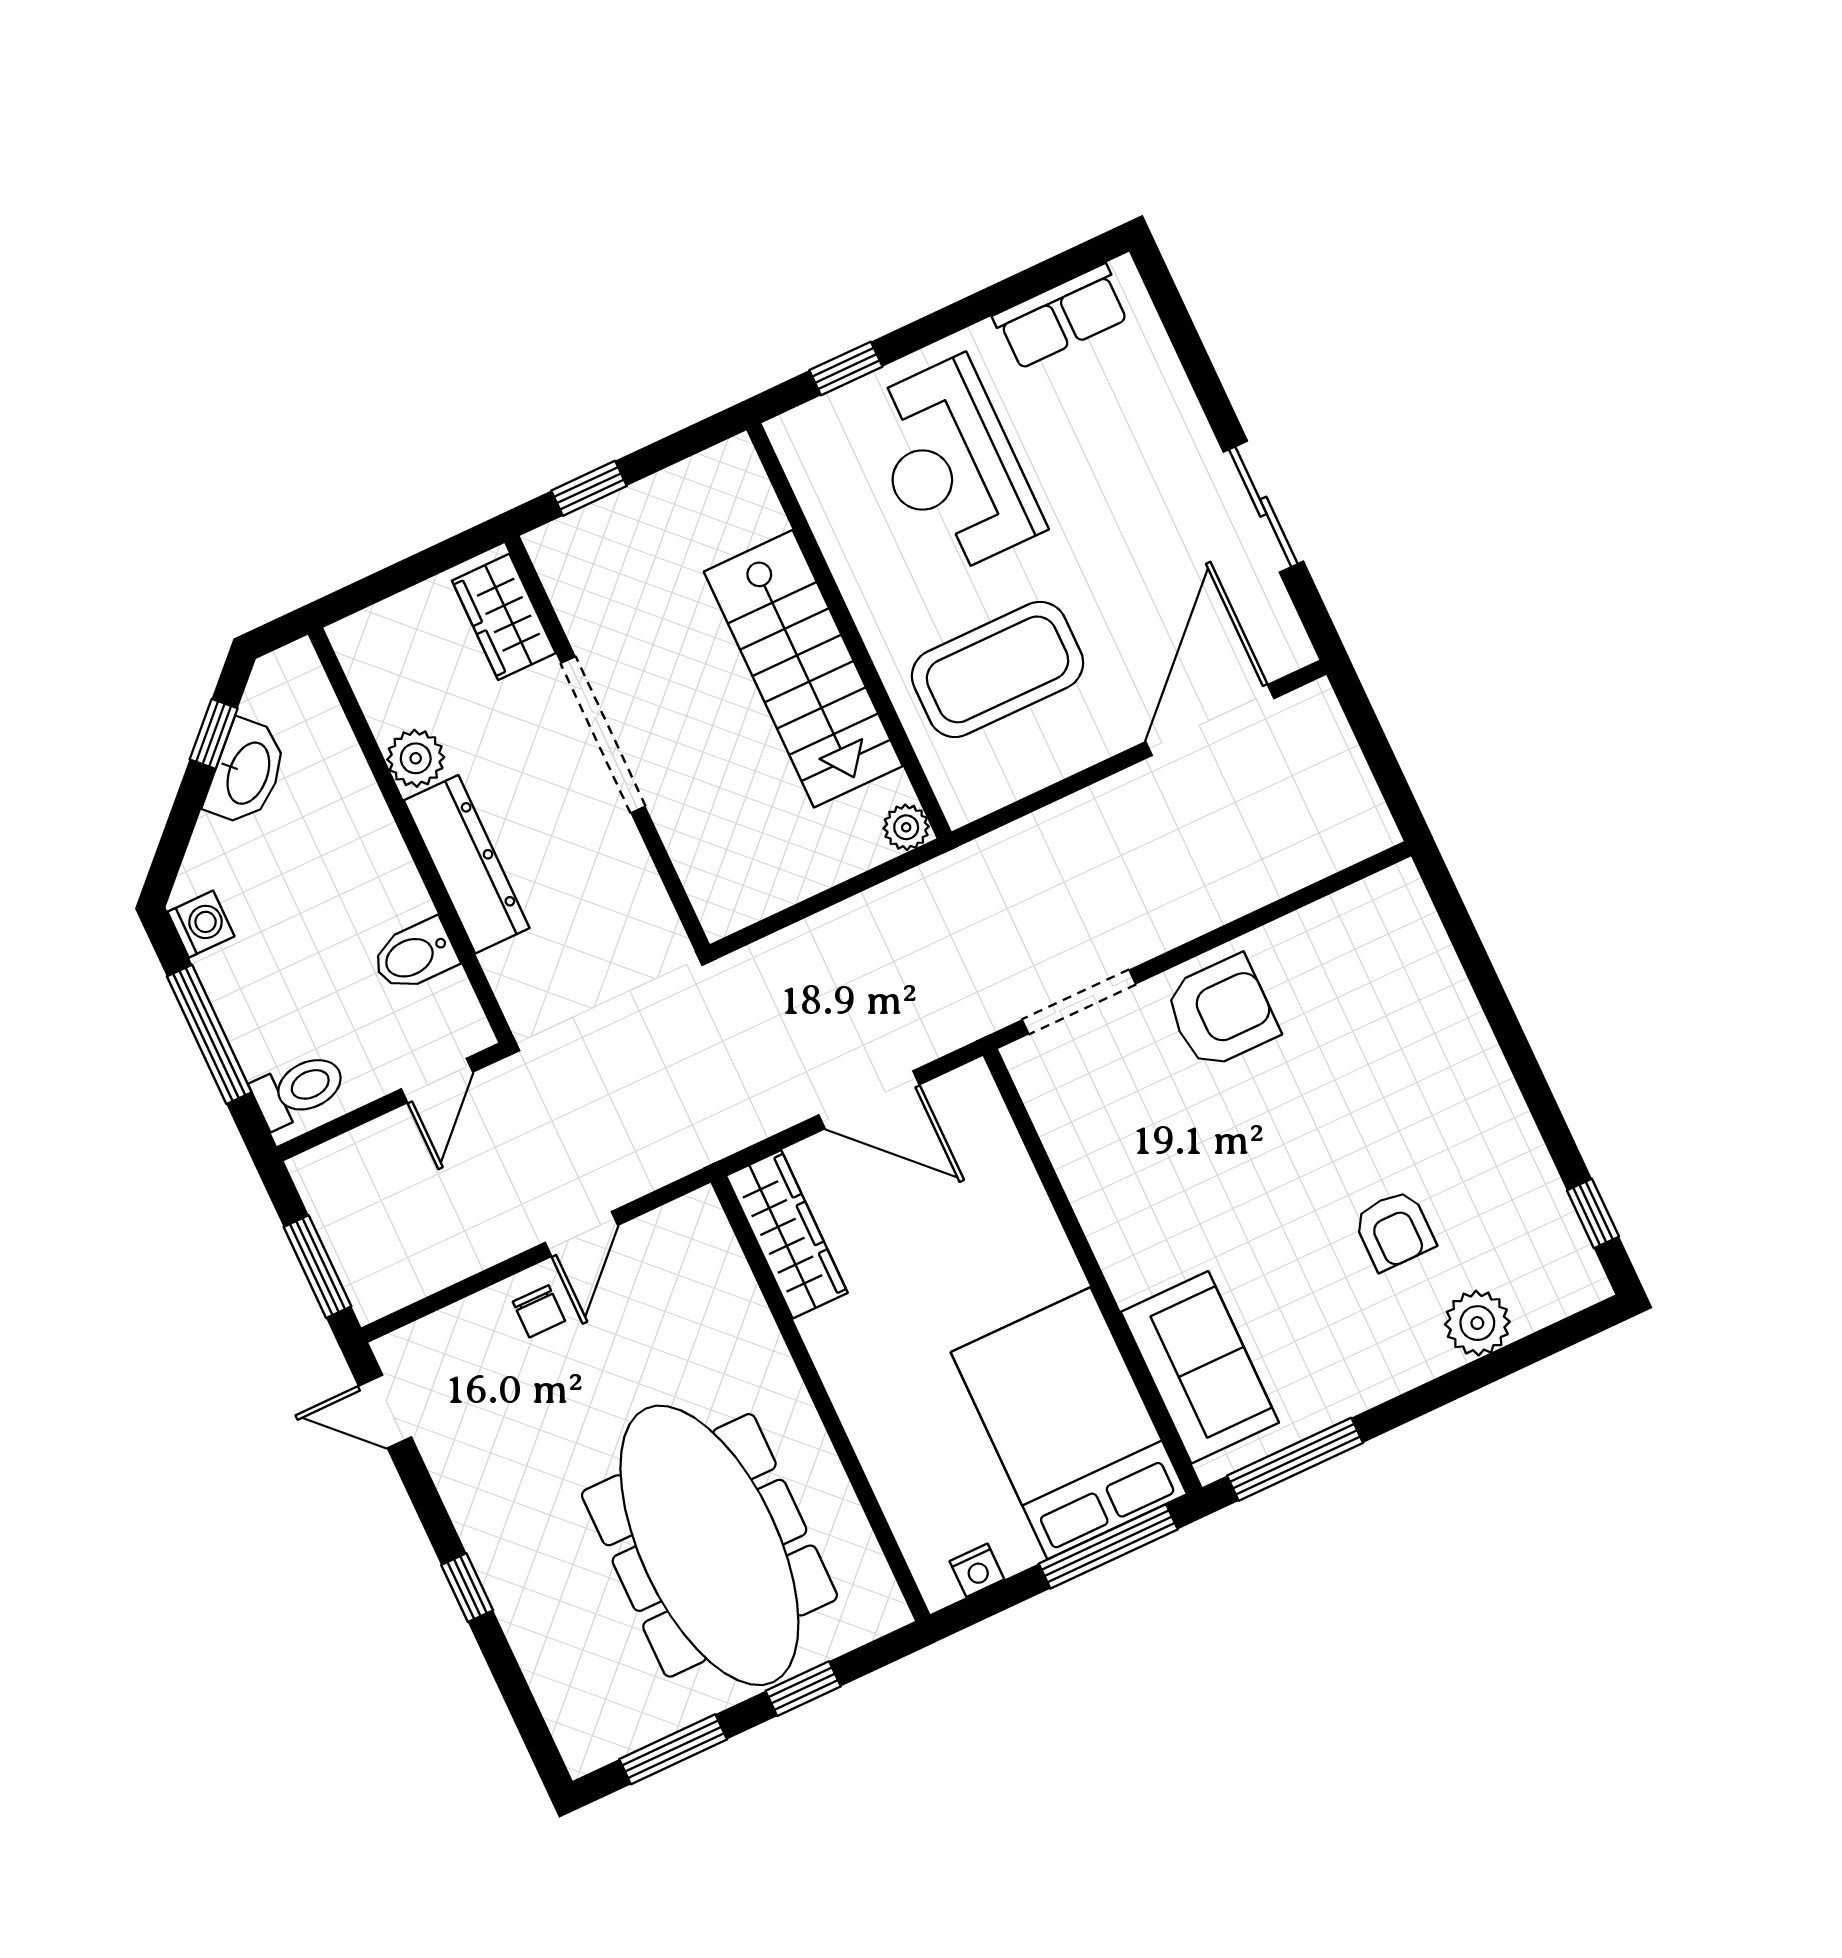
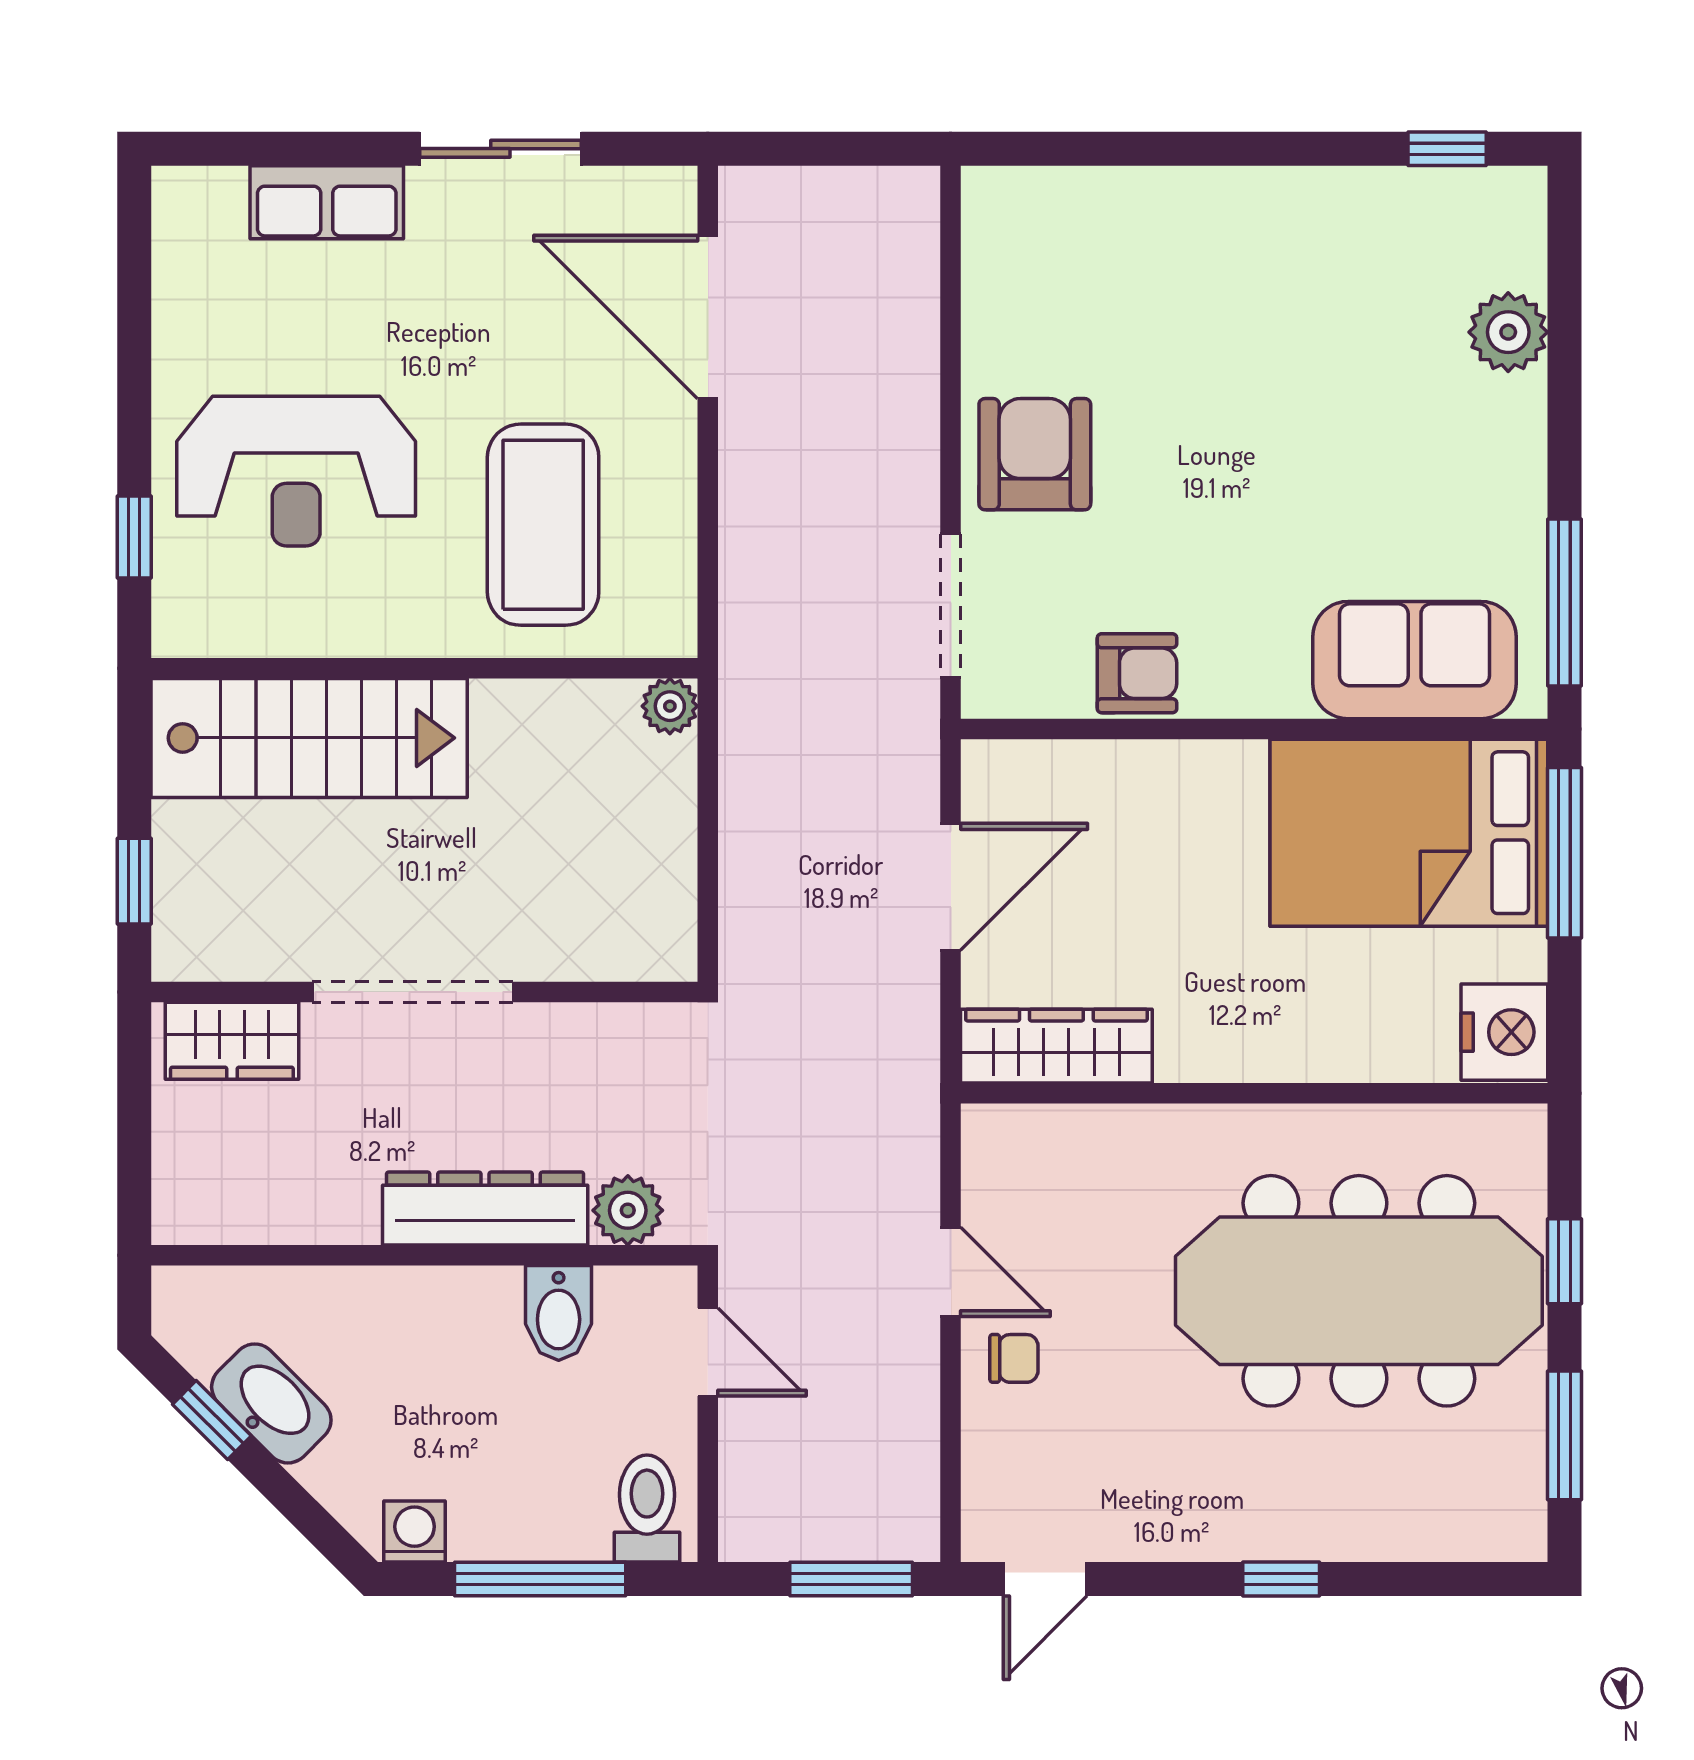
row of seats: (1061, 317) -> (327, 202), moved, turned 90
stairs: (803, 669) -> (309, 738), moved
plant: (416, 758) -> (628, 1210), moved
armchair: (1394, 1230) -> (1137, 673), moved
nightstand: (977, 1570) -> (1504, 1032), width x1.89, depth x1.79

